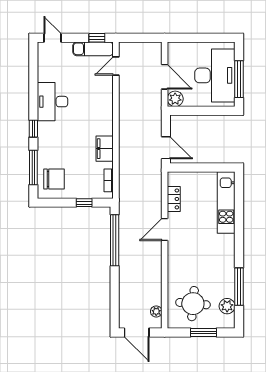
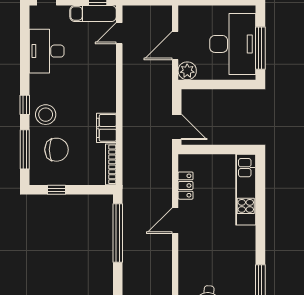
door: (165, 77) -> (175, 46), swing flipped
desk: (53, 102) -> (47, 51), moved
stool: (52, 137) -> (46, 115), added
chair: (54, 179) -> (57, 150), moved
bookcase: (109, 180) -> (111, 164), width x1.56
window: (84, 203) -> (56, 190), moved

